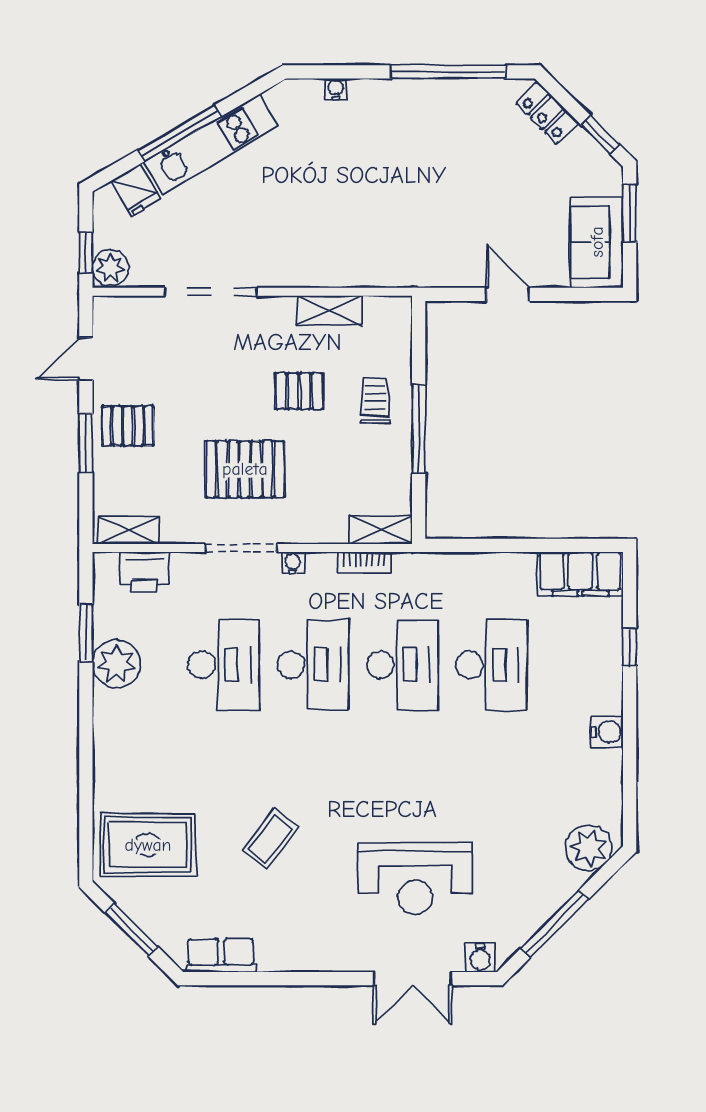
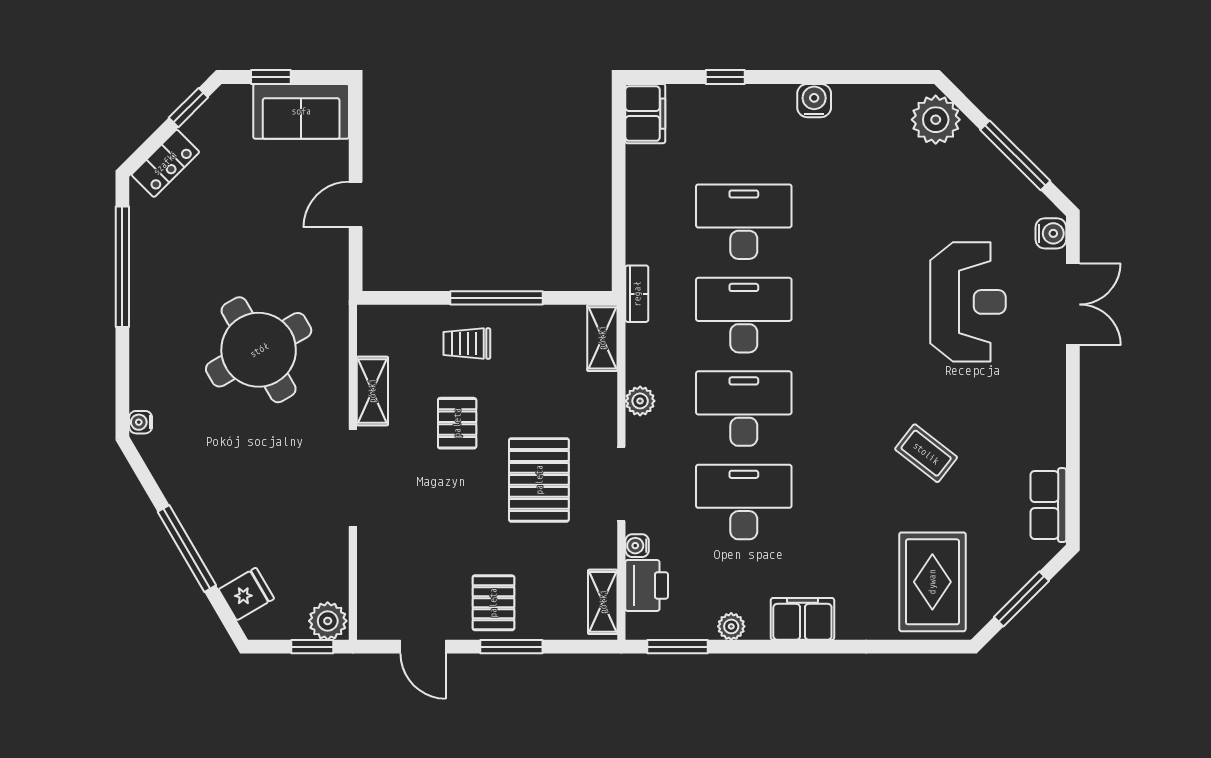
water cooler: (336, 89) -> (141, 422), moved
kitchen unit: (211, 144) -> (199, 516), removed
round table: (369, 202) -> (259, 350), added
window: (630, 213) -> (271, 77), width x0.67
doorway: (211, 292) -> (353, 478), moved
water cooler: (293, 563) -> (637, 546), moved
bookcase: (364, 563) -> (637, 294), moved
plant: (320, 566) -> (640, 401), added
filing cabinet: (580, 574) -> (645, 114), width x0.67, depth x0.86
window: (86, 633) -> (677, 647), moved
plant: (116, 664) -> (731, 626), width x0.53, depth x0.53
filing cabinet: (112, 721) -> (802, 619), added

